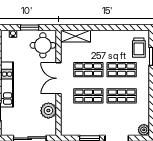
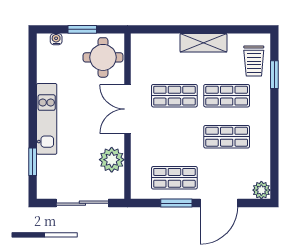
shelving: (75, 36) -> (203, 43), moved
shop shelf: (88, 96) -> (174, 178), moved

